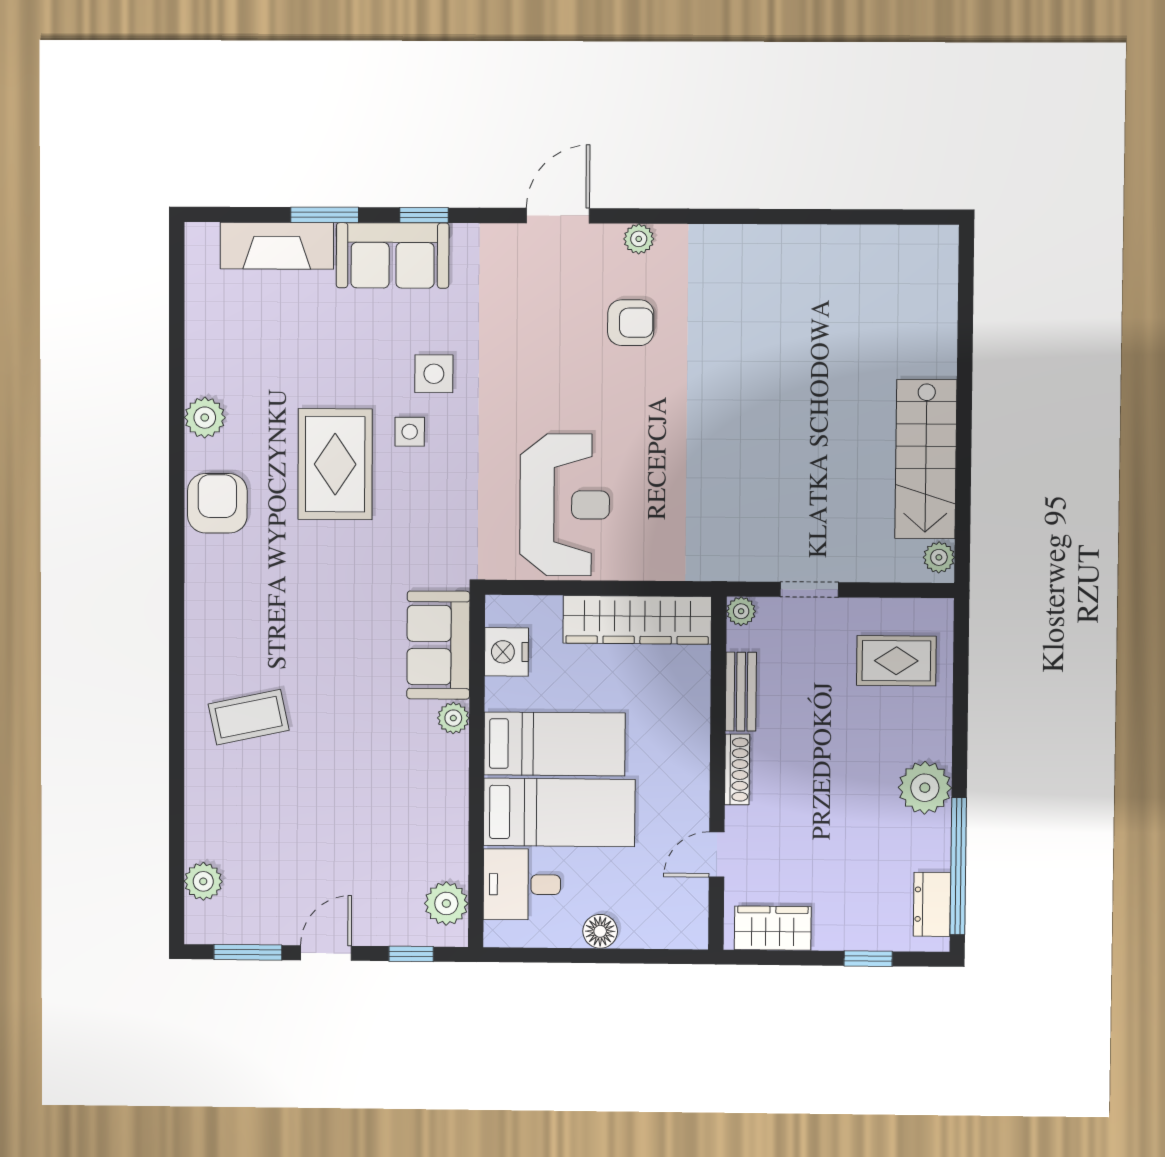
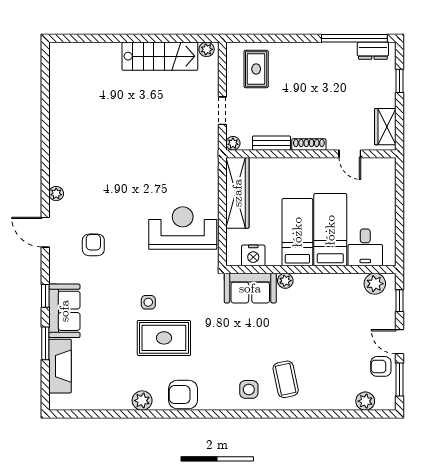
armchair: (631, 323) -> (93, 245), moved
side table: (434, 374) -> (249, 389), moved
plant: (925, 788) -> (317, 55), removed
armchair: (275, 914) -> (381, 366), added
floor lamp: (600, 931) -> (388, 210), removed

